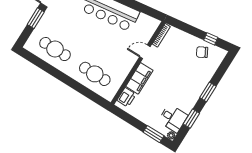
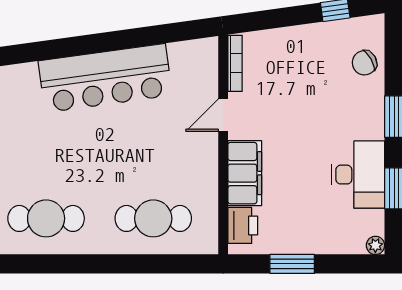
chair: (202, 52) -> (364, 63), moved
desk: (173, 118) -> (358, 175), moved, width x1.37
window: (154, 134) -> (292, 264), moved

